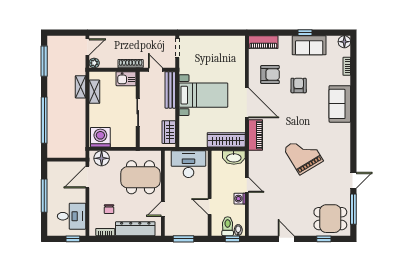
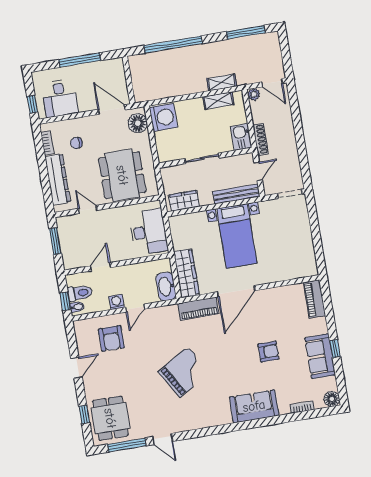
armchair: (270, 75) -> (111, 338), moved

